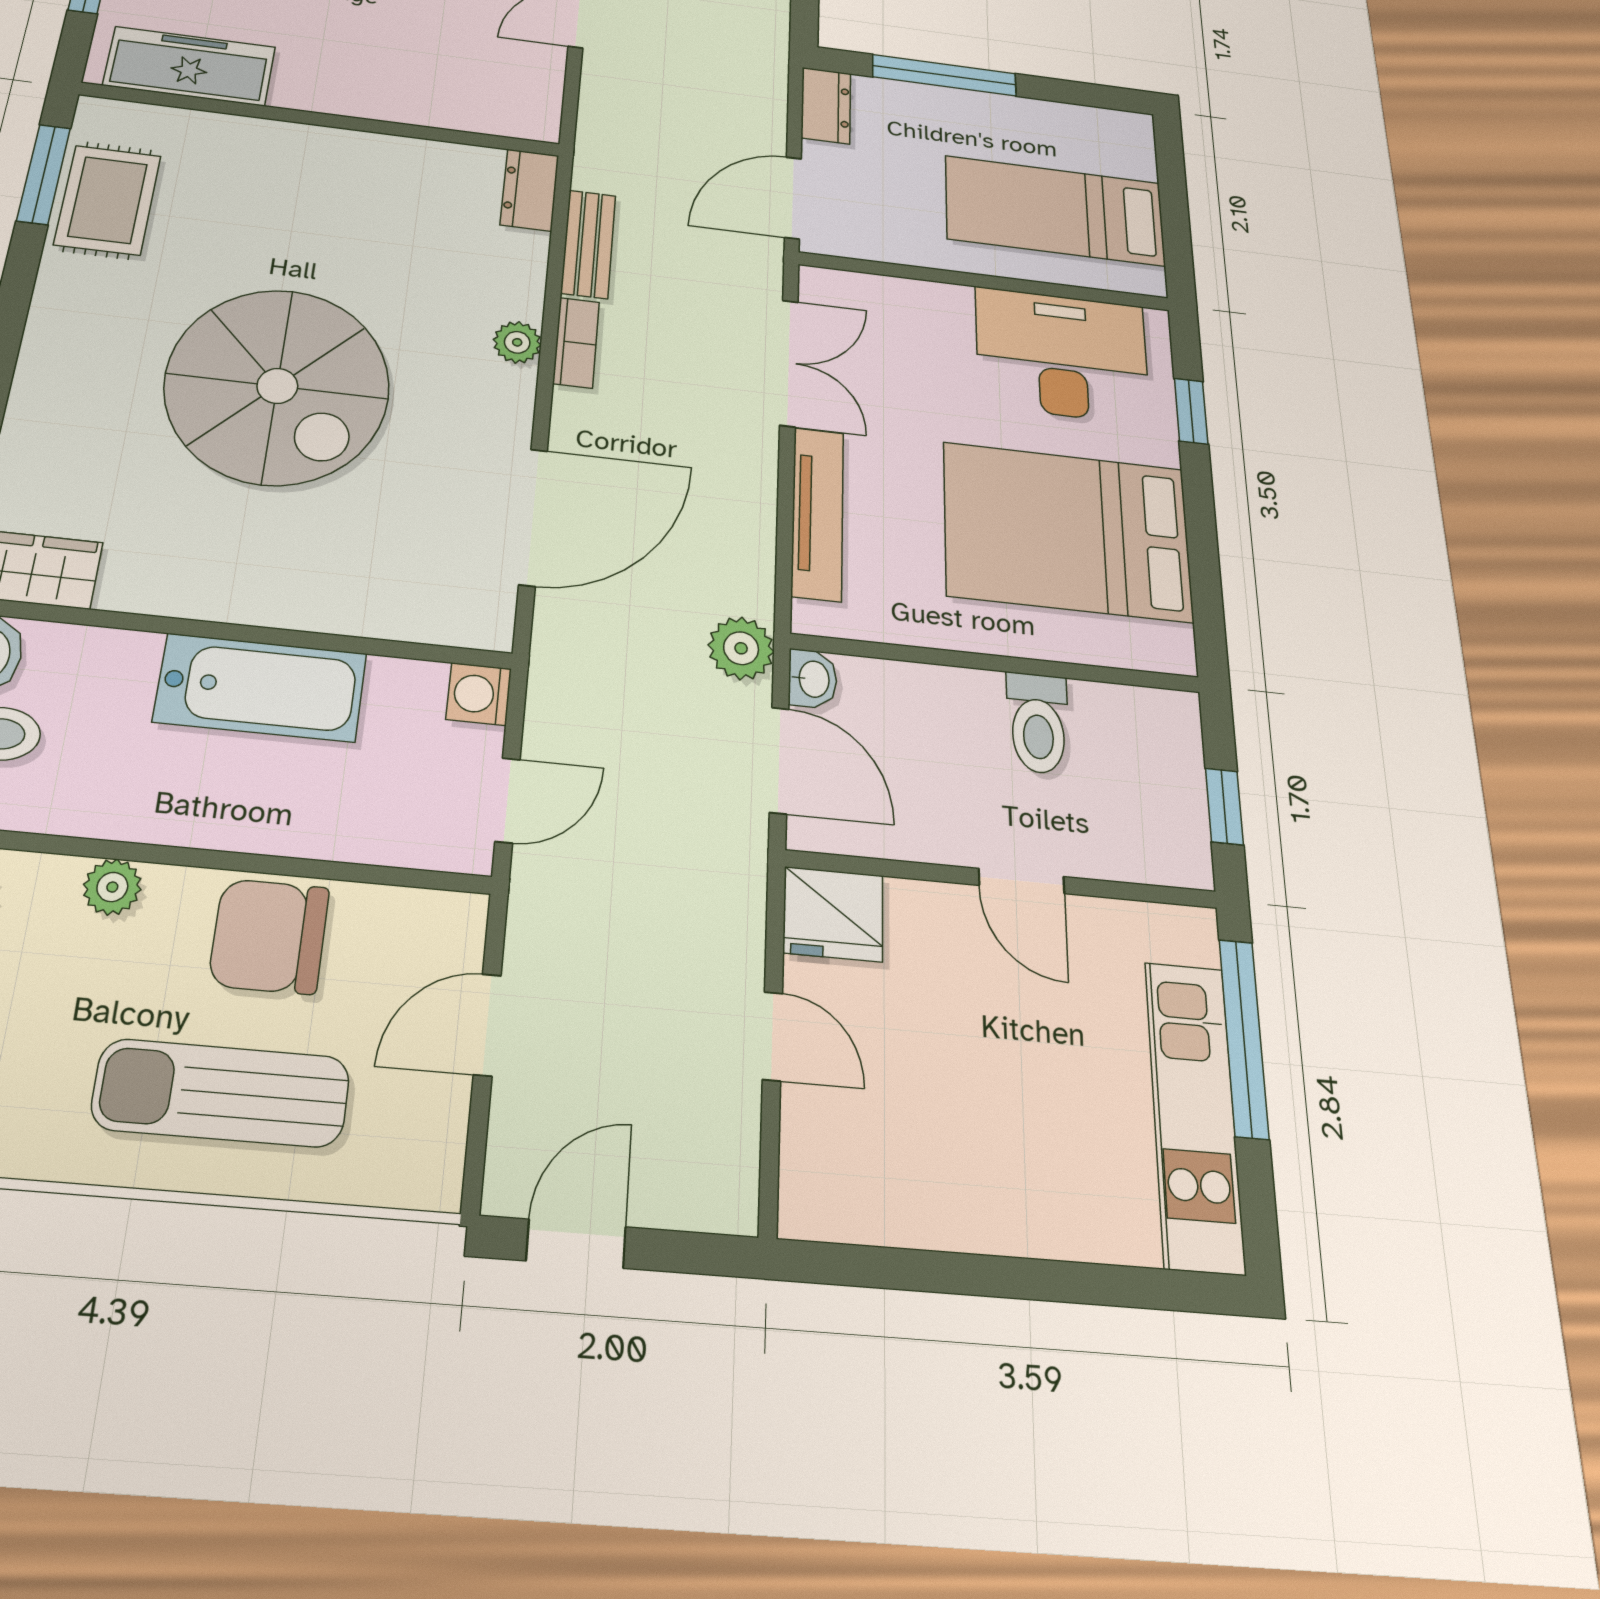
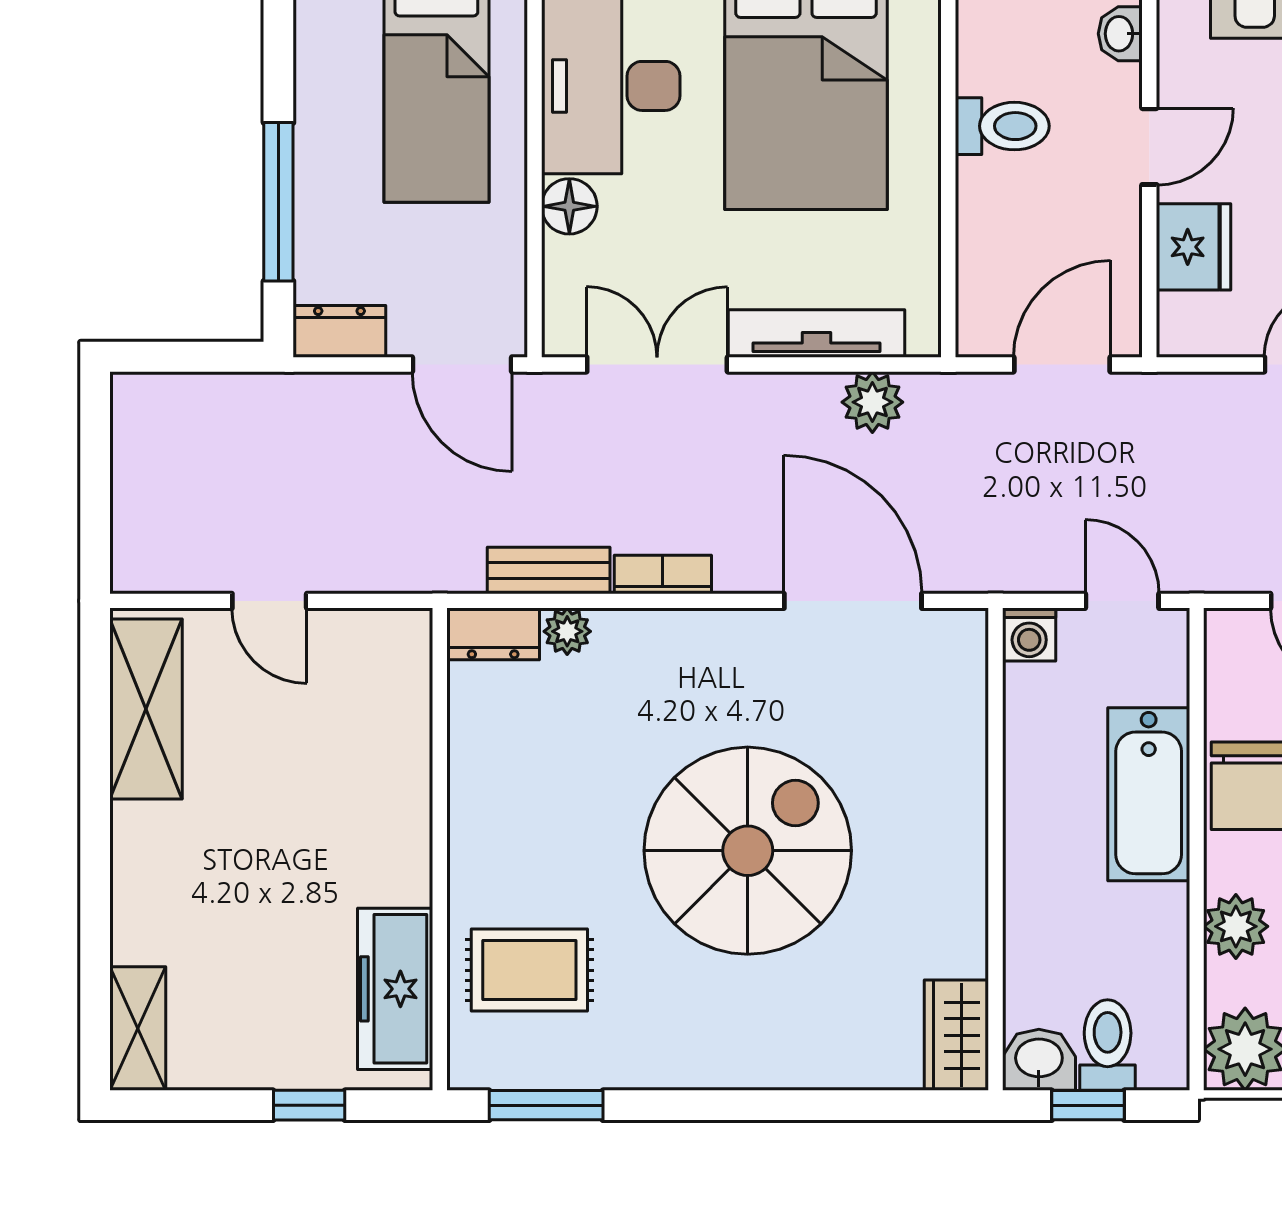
rug: (108, 200) -> (529, 970), moved
floor lamp: (945, 306) -> (569, 206), added
plant: (517, 342) -> (567, 631), moved
plant: (741, 648) -> (872, 402), moved
washbasin: (813, 679) -> (1120, 34), moved, turned -90
bathtub: (261, 687) -> (1149, 794), moved, turned 180
plant: (112, 887) -> (1236, 926), width x1.38, depth x1.38
fridge: (833, 914) -> (1194, 247), moved

